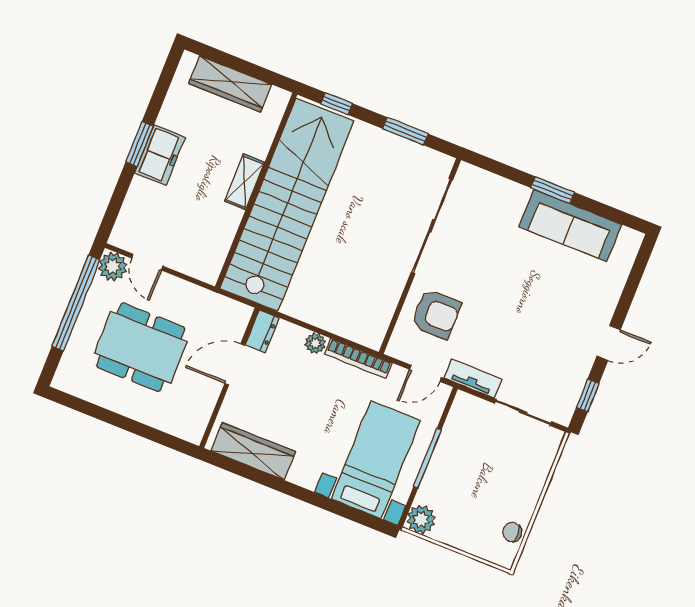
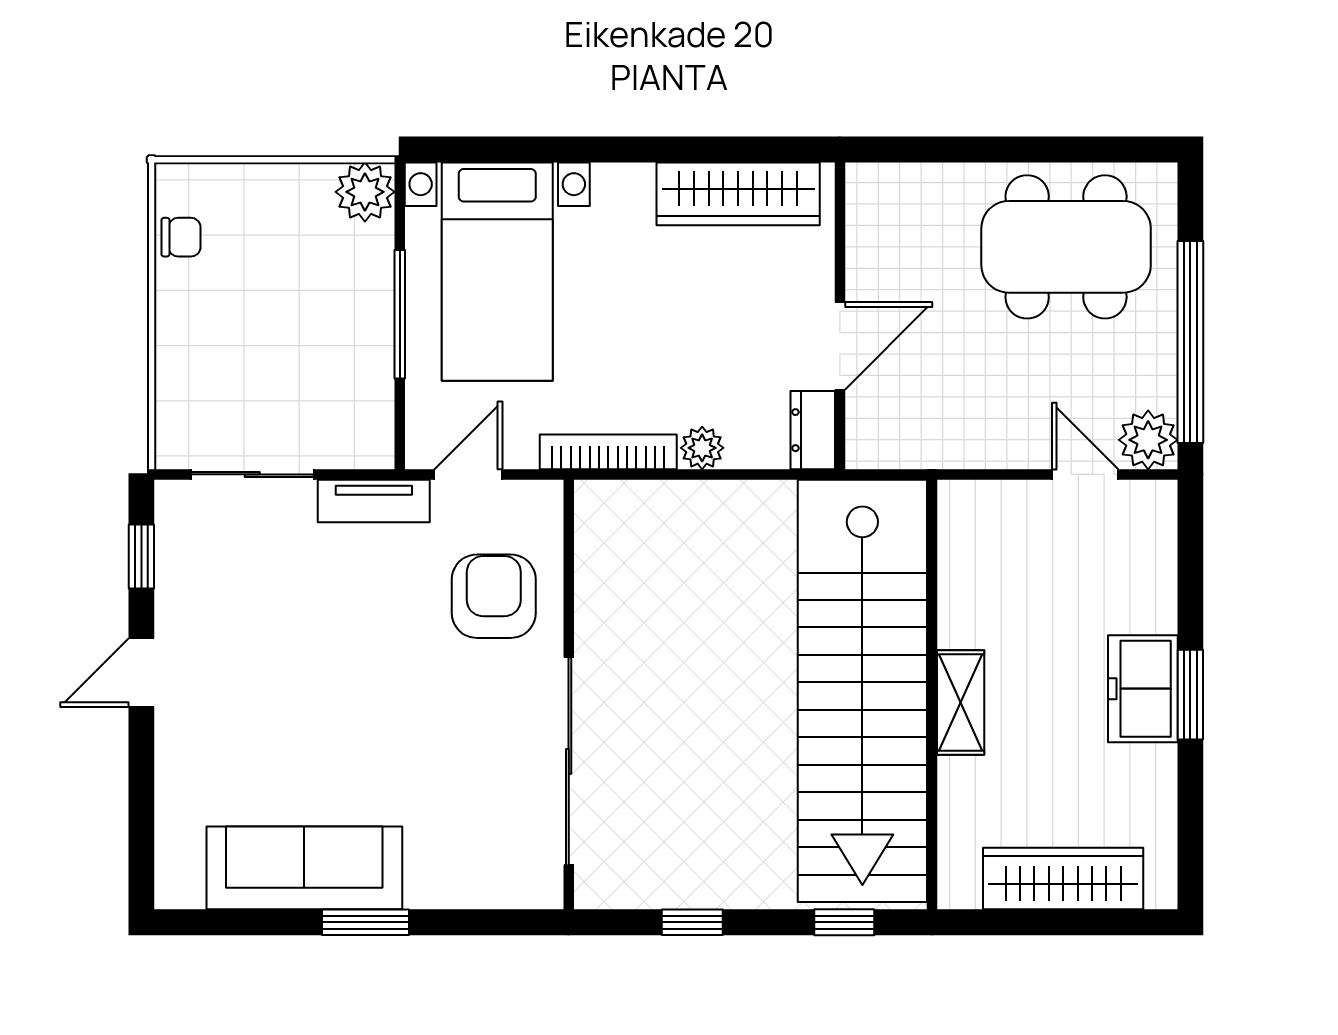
window: (405, 131) -> (692, 922), width x0.67
armchair: (436, 314) -> (494, 596), turned 90
dining table: (141, 347) -> (1066, 247), moved

